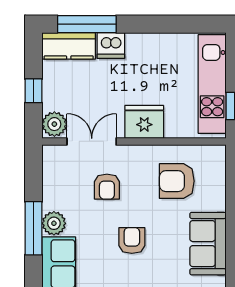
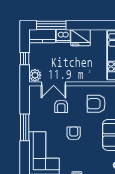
fridge: (144, 122) -> (81, 38), moved, turned 180
double door: (92, 141) -> (54, 84), swing flipped
plant: (54, 223) -> (35, 125), removed

